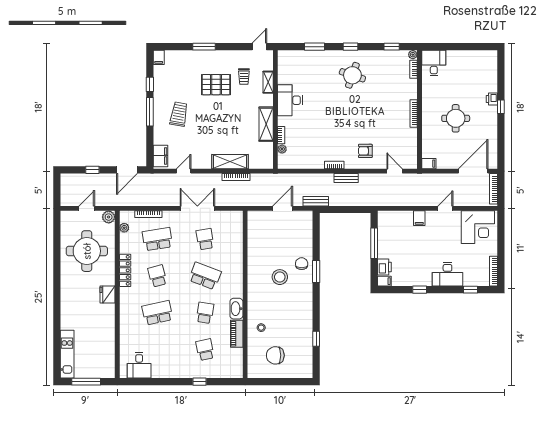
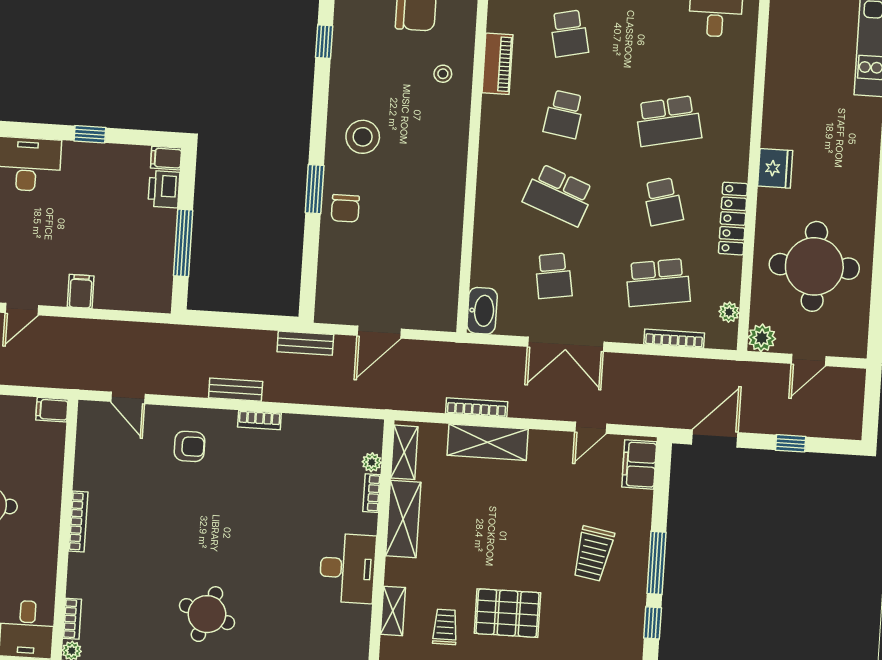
shelving: (268, 155) -> (404, 452), added
stool: (280, 277) -> (363, 137), moved
washbasin: (236, 309) -> (482, 311), moved

